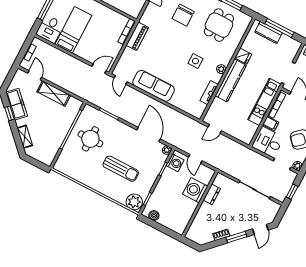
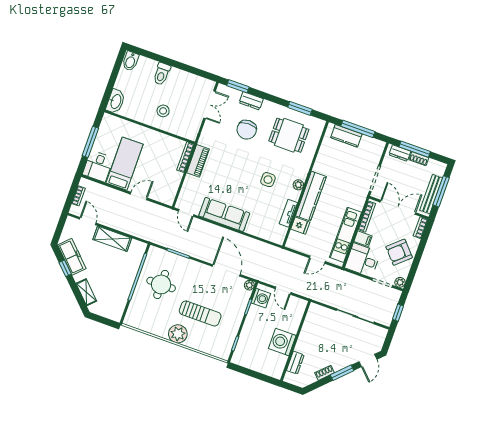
dining table: (219, 25) -> (289, 135), turned 90
fridge: (243, 56) -> (300, 226), moved
door: (99, 69) -> (139, 196), moved
kitchen unit: (264, 102) -> (345, 235), moved
door: (215, 129) -> (317, 260), moved
washing machine: (195, 190) -> (282, 342), moved
dresser: (212, 194) -> (295, 363), moved
plant: (134, 202) -> (178, 334), moved
boiler: (154, 216) -> (245, 361), removed

